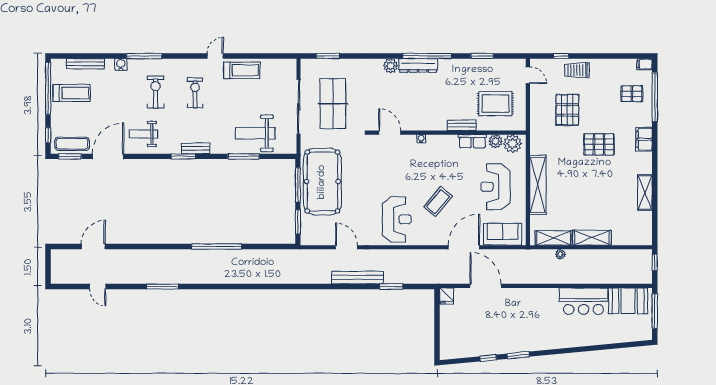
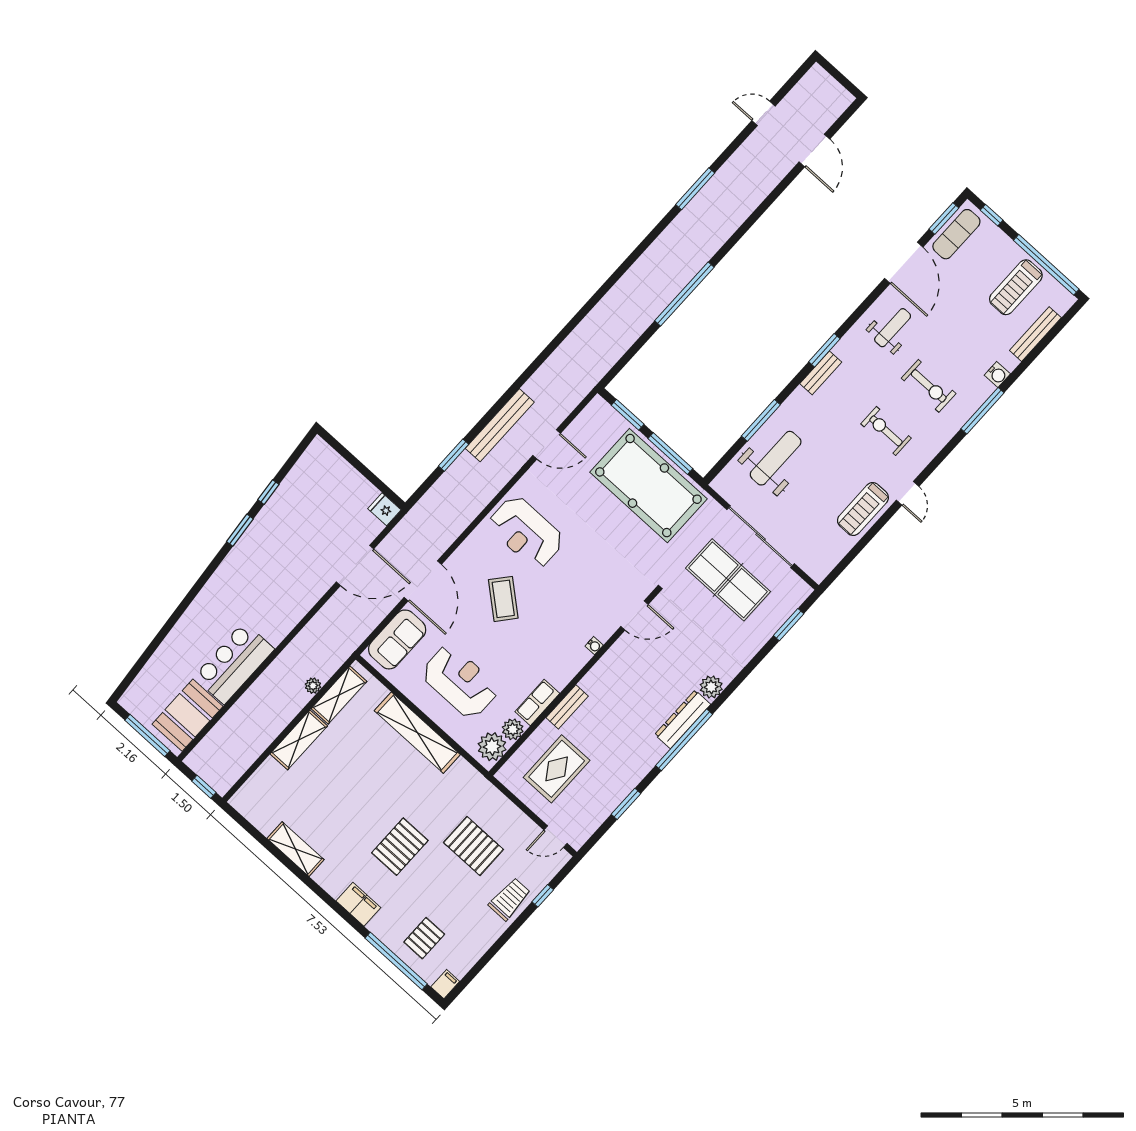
exercise bike: (195, 93) -> (886, 431), turned 180

